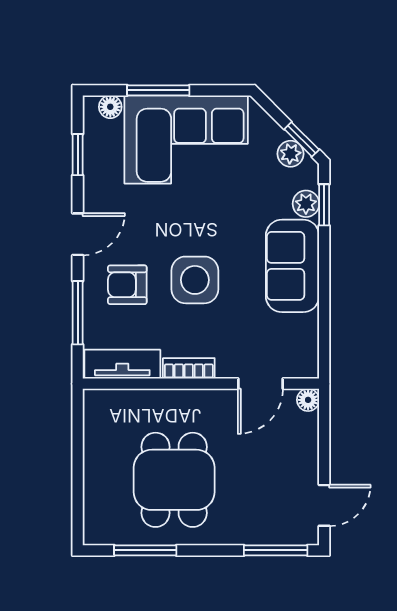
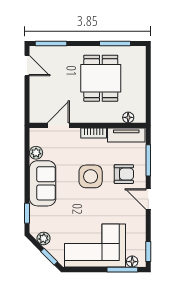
window: (158, 90) -> (122, 270), moved
window: (302, 139) -> (49, 257), moved
window: (78, 155) -> (148, 251), moved
plant: (306, 204) -> (36, 153), moved
door: (78, 234) -> (148, 199), hinge flipped
floor lamp: (308, 400) -> (128, 117), moved
door: (324, 505) -> (27, 66), swing flipped

